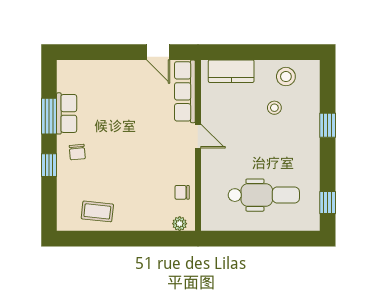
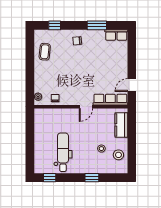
row of seats: (67, 113) -> (116, 35), moved
window: (49, 165) -> (55, 25), moved
dental chair: (264, 195) -> (63, 152), moved, turned 180

